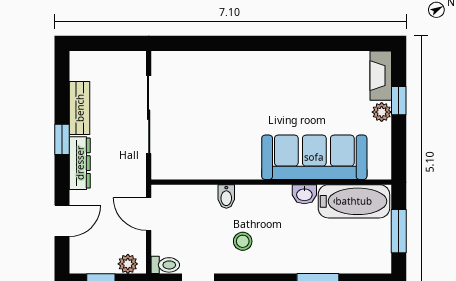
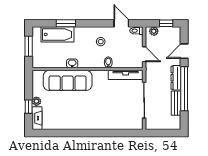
window: (62, 139) -> (184, 89), width x3.17
tv unit: (189, 169) -> (126, 75), added
bathtub: (354, 201) -> (57, 34), moved, turned 180

